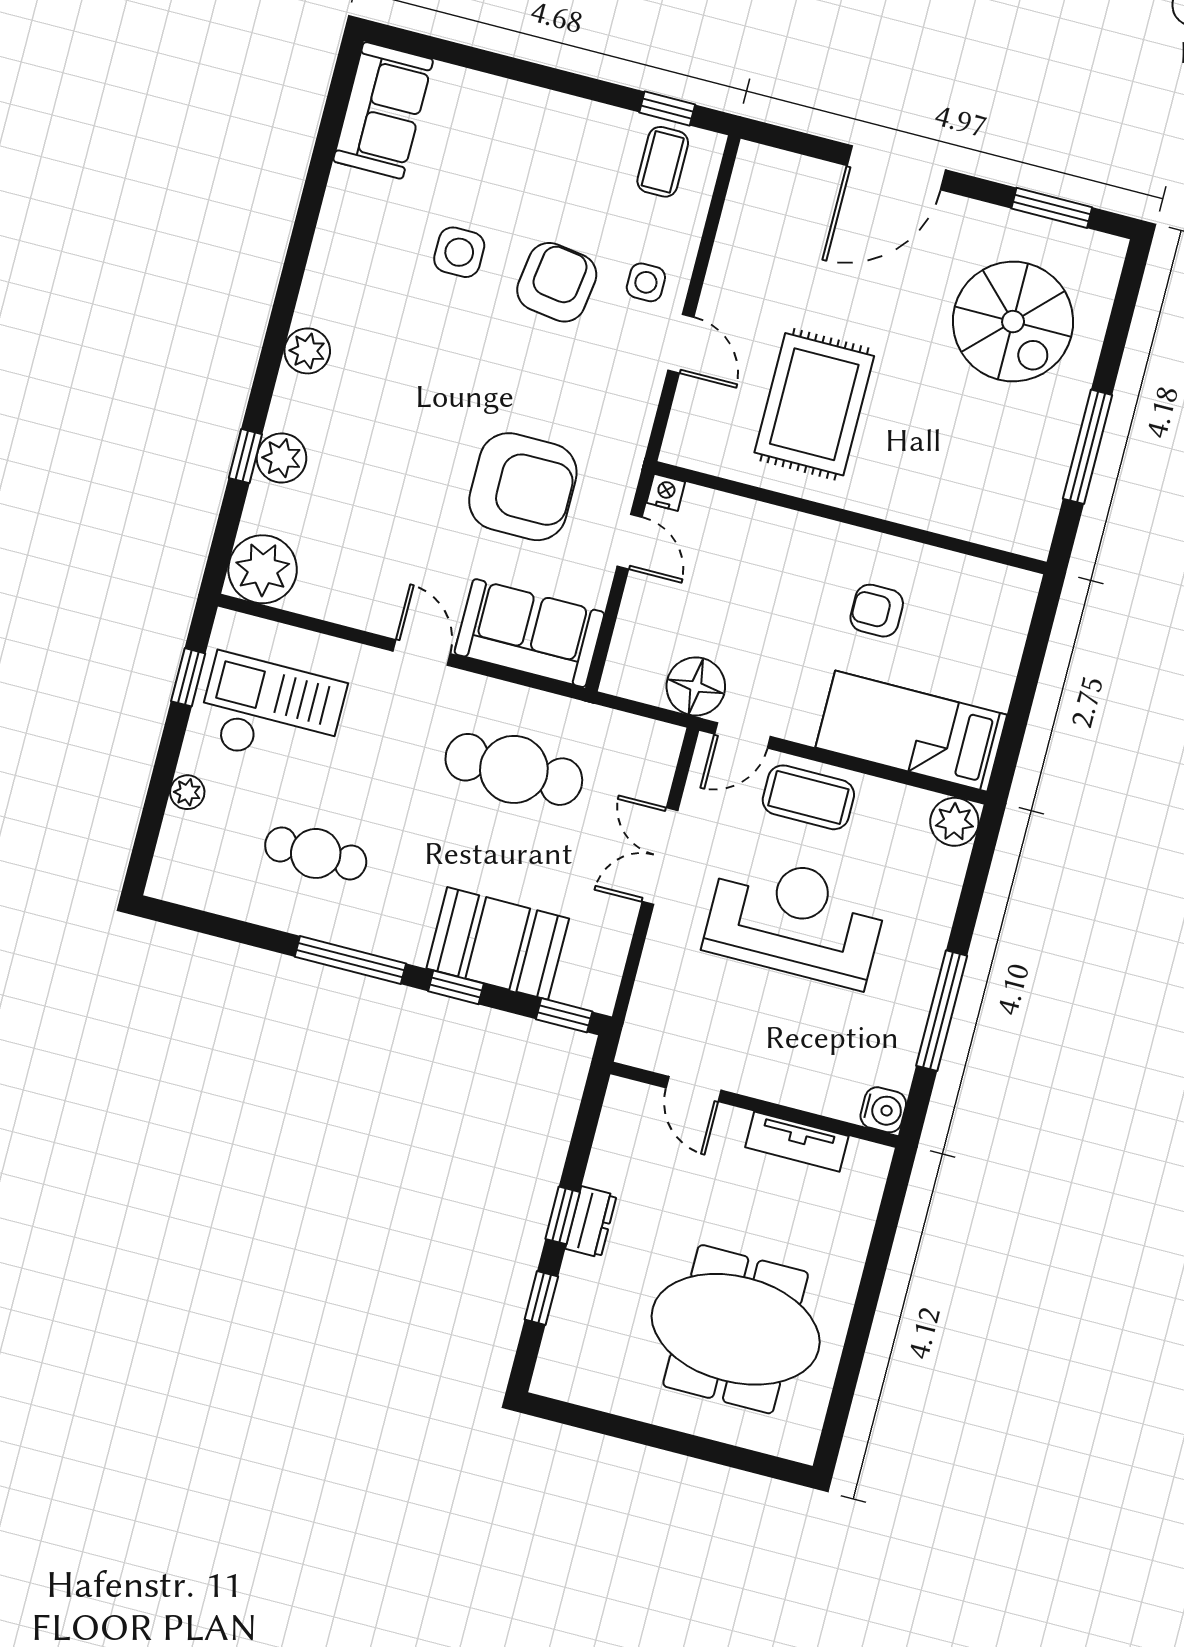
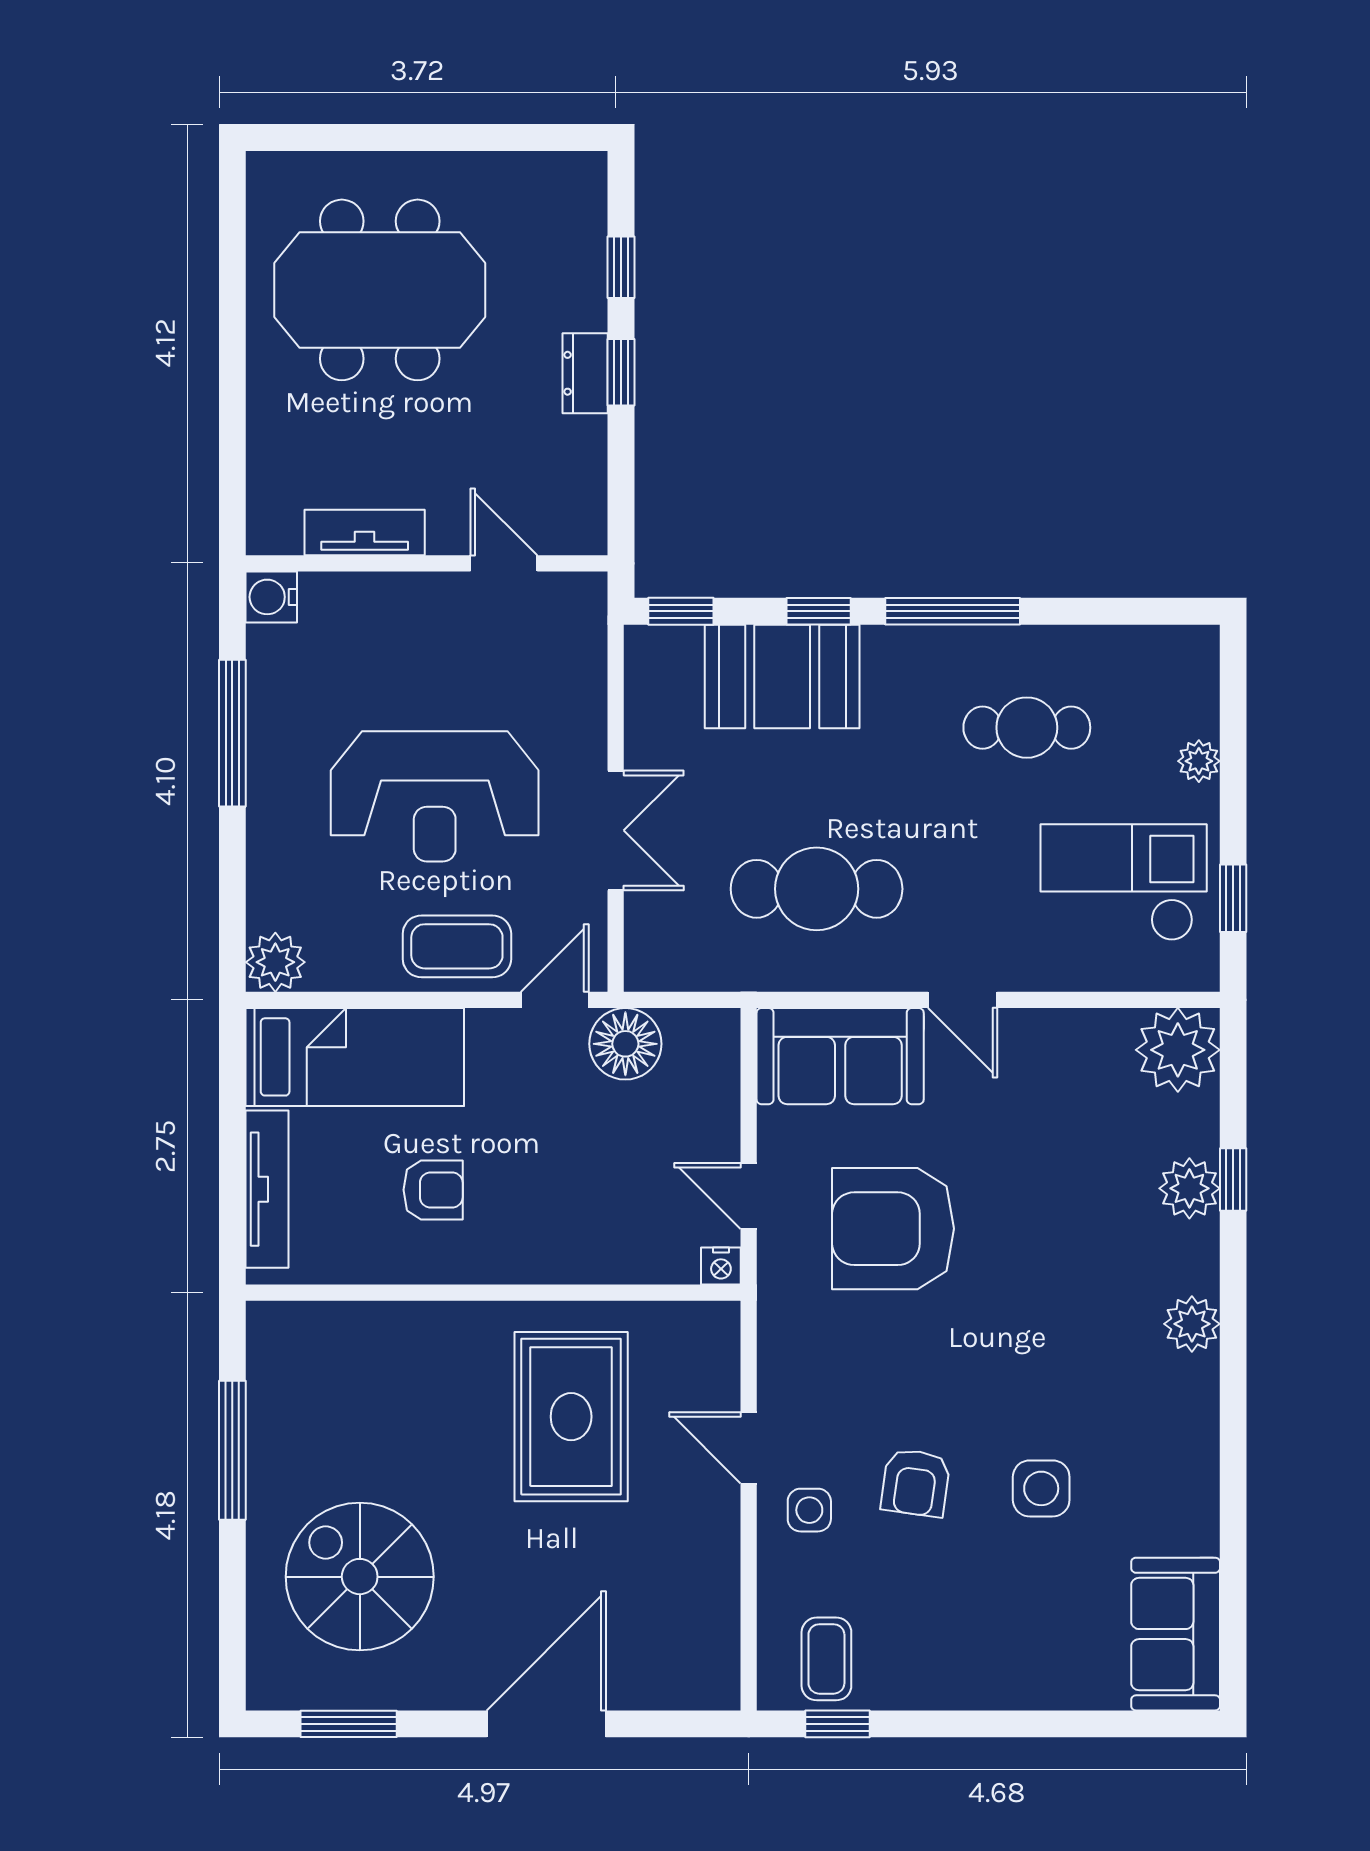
armchair: (557, 282) -> (916, 1483), width x0.72, depth x0.72
tv unit: (1007, 645) -> (267, 1189), added
checkout: (271, 712) -> (1124, 882), turned 180

